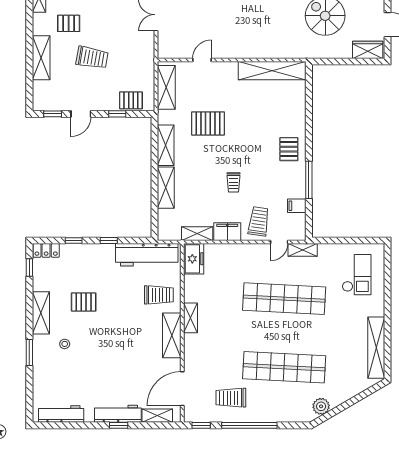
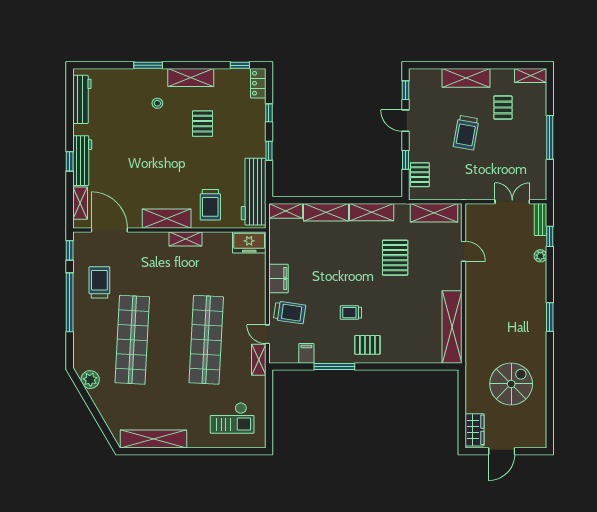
trolley: (233, 182) -> (351, 313), moved
shelving: (197, 234) -> (286, 211), moved, turned 90

